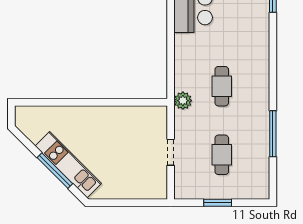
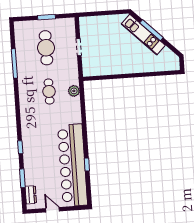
plant: (183, 101) -> (74, 91), moved
cafe table: (222, 155) -> (46, 48), width x1.37, depth x1.35

